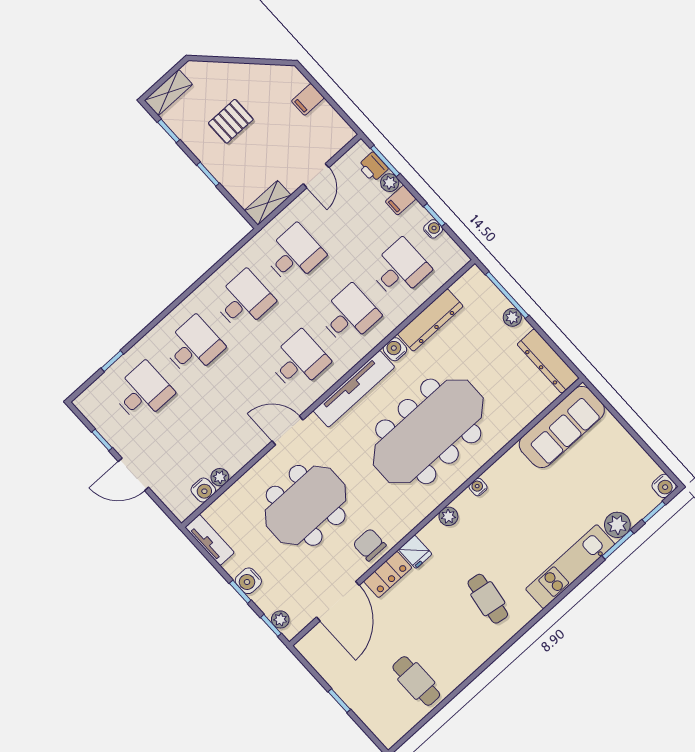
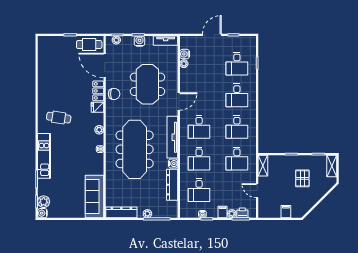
plant: (617, 525) -> (44, 202), moved
cafe table: (416, 681) -> (89, 45), moved

